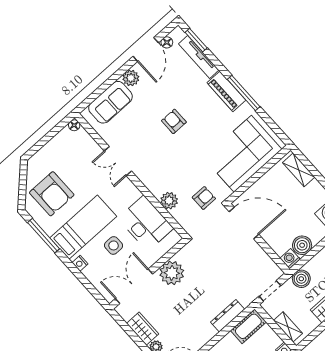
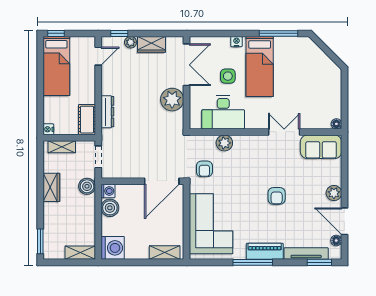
sofa: (110, 102) -> (321, 147), moved, turned -90
armchair: (174, 121) -> (277, 196), turned 90
armchair: (52, 194) -> (303, 65), removed

